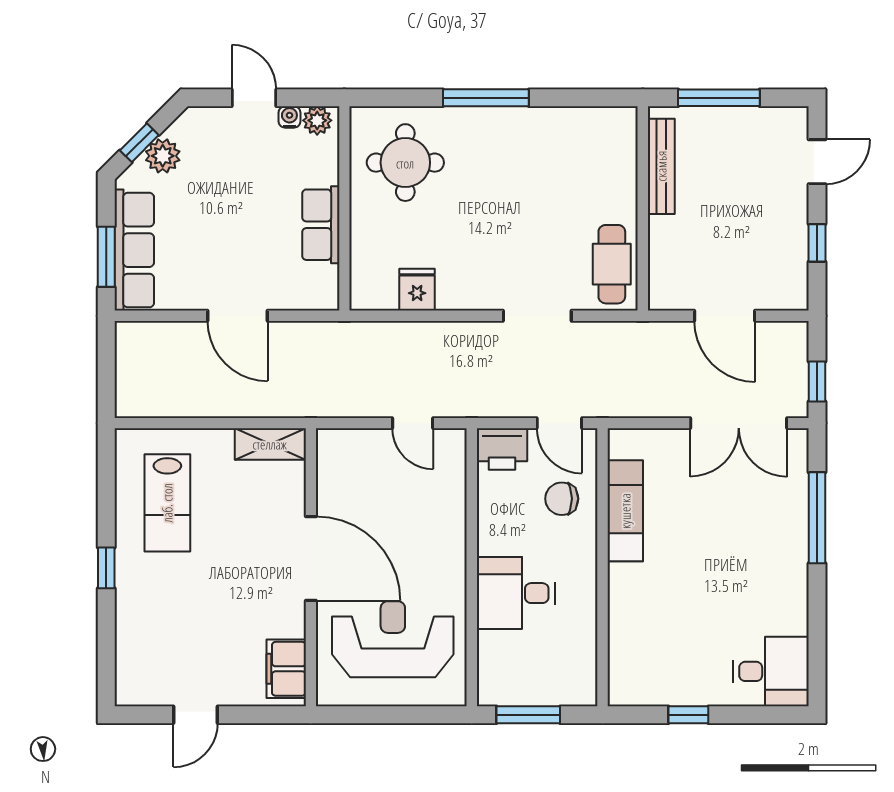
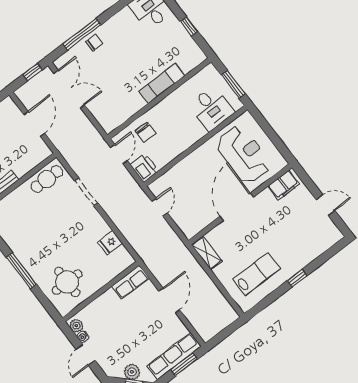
row of seats: (321, 225) -> (130, 282), moved
exam couch: (625, 511) -> (162, 83), moved
chair: (786, 528) -> (94, 43), added
desk: (516, 593) -> (211, 108), moved
reception desk: (393, 639) -> (243, 154), turned 180

